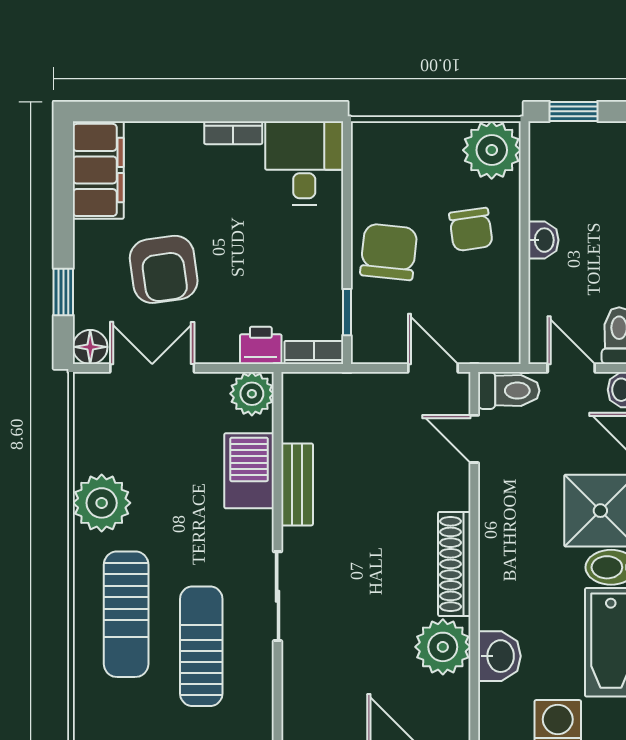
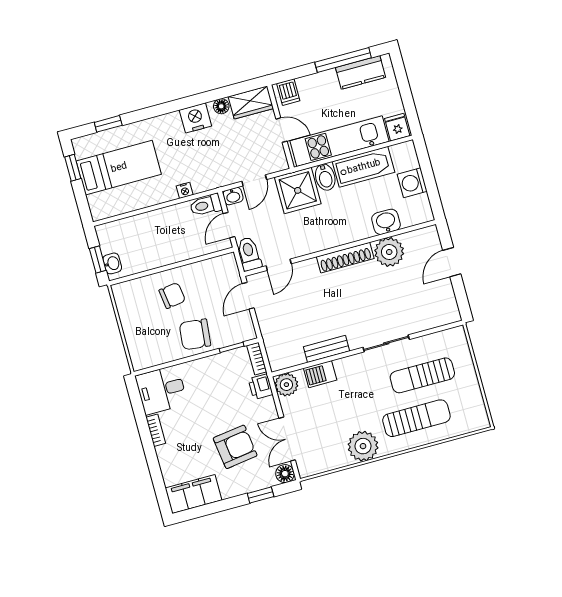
plant: (492, 150) -> (129, 296), removed
washbasin: (543, 240) -> (112, 263), moved, turned 90
barbecue: (249, 471) -> (320, 374), width x0.73, depth x0.79

